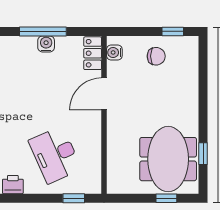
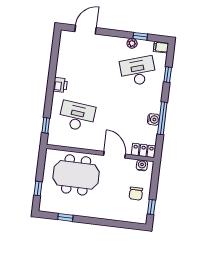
desk: (55, 155) -> (77, 116), turned 30
meeting table: (168, 159) -> (76, 175), moved

